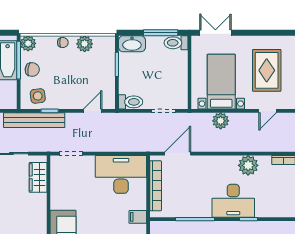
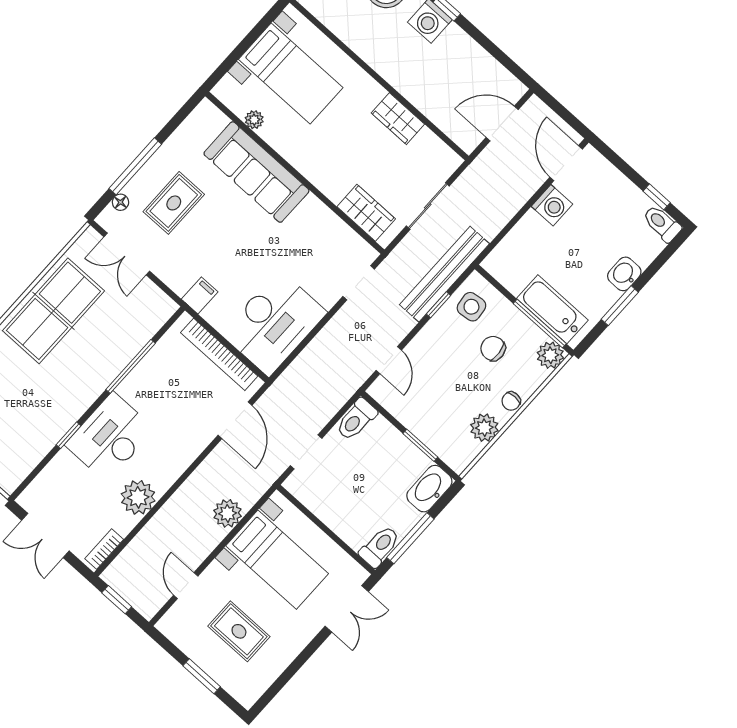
chair: (32, 70) -> (493, 348), moved, turned 76
rug: (267, 70) -> (239, 631), width x0.73, depth x0.70

